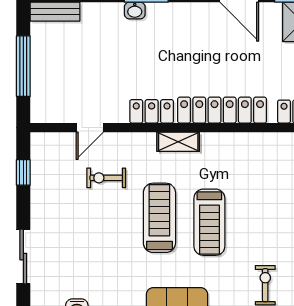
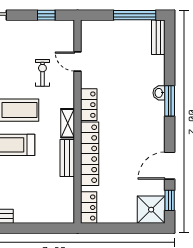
window: (23, 66) -> (135, 15), moved
bench: (228, 142) -> (67, 158), added

